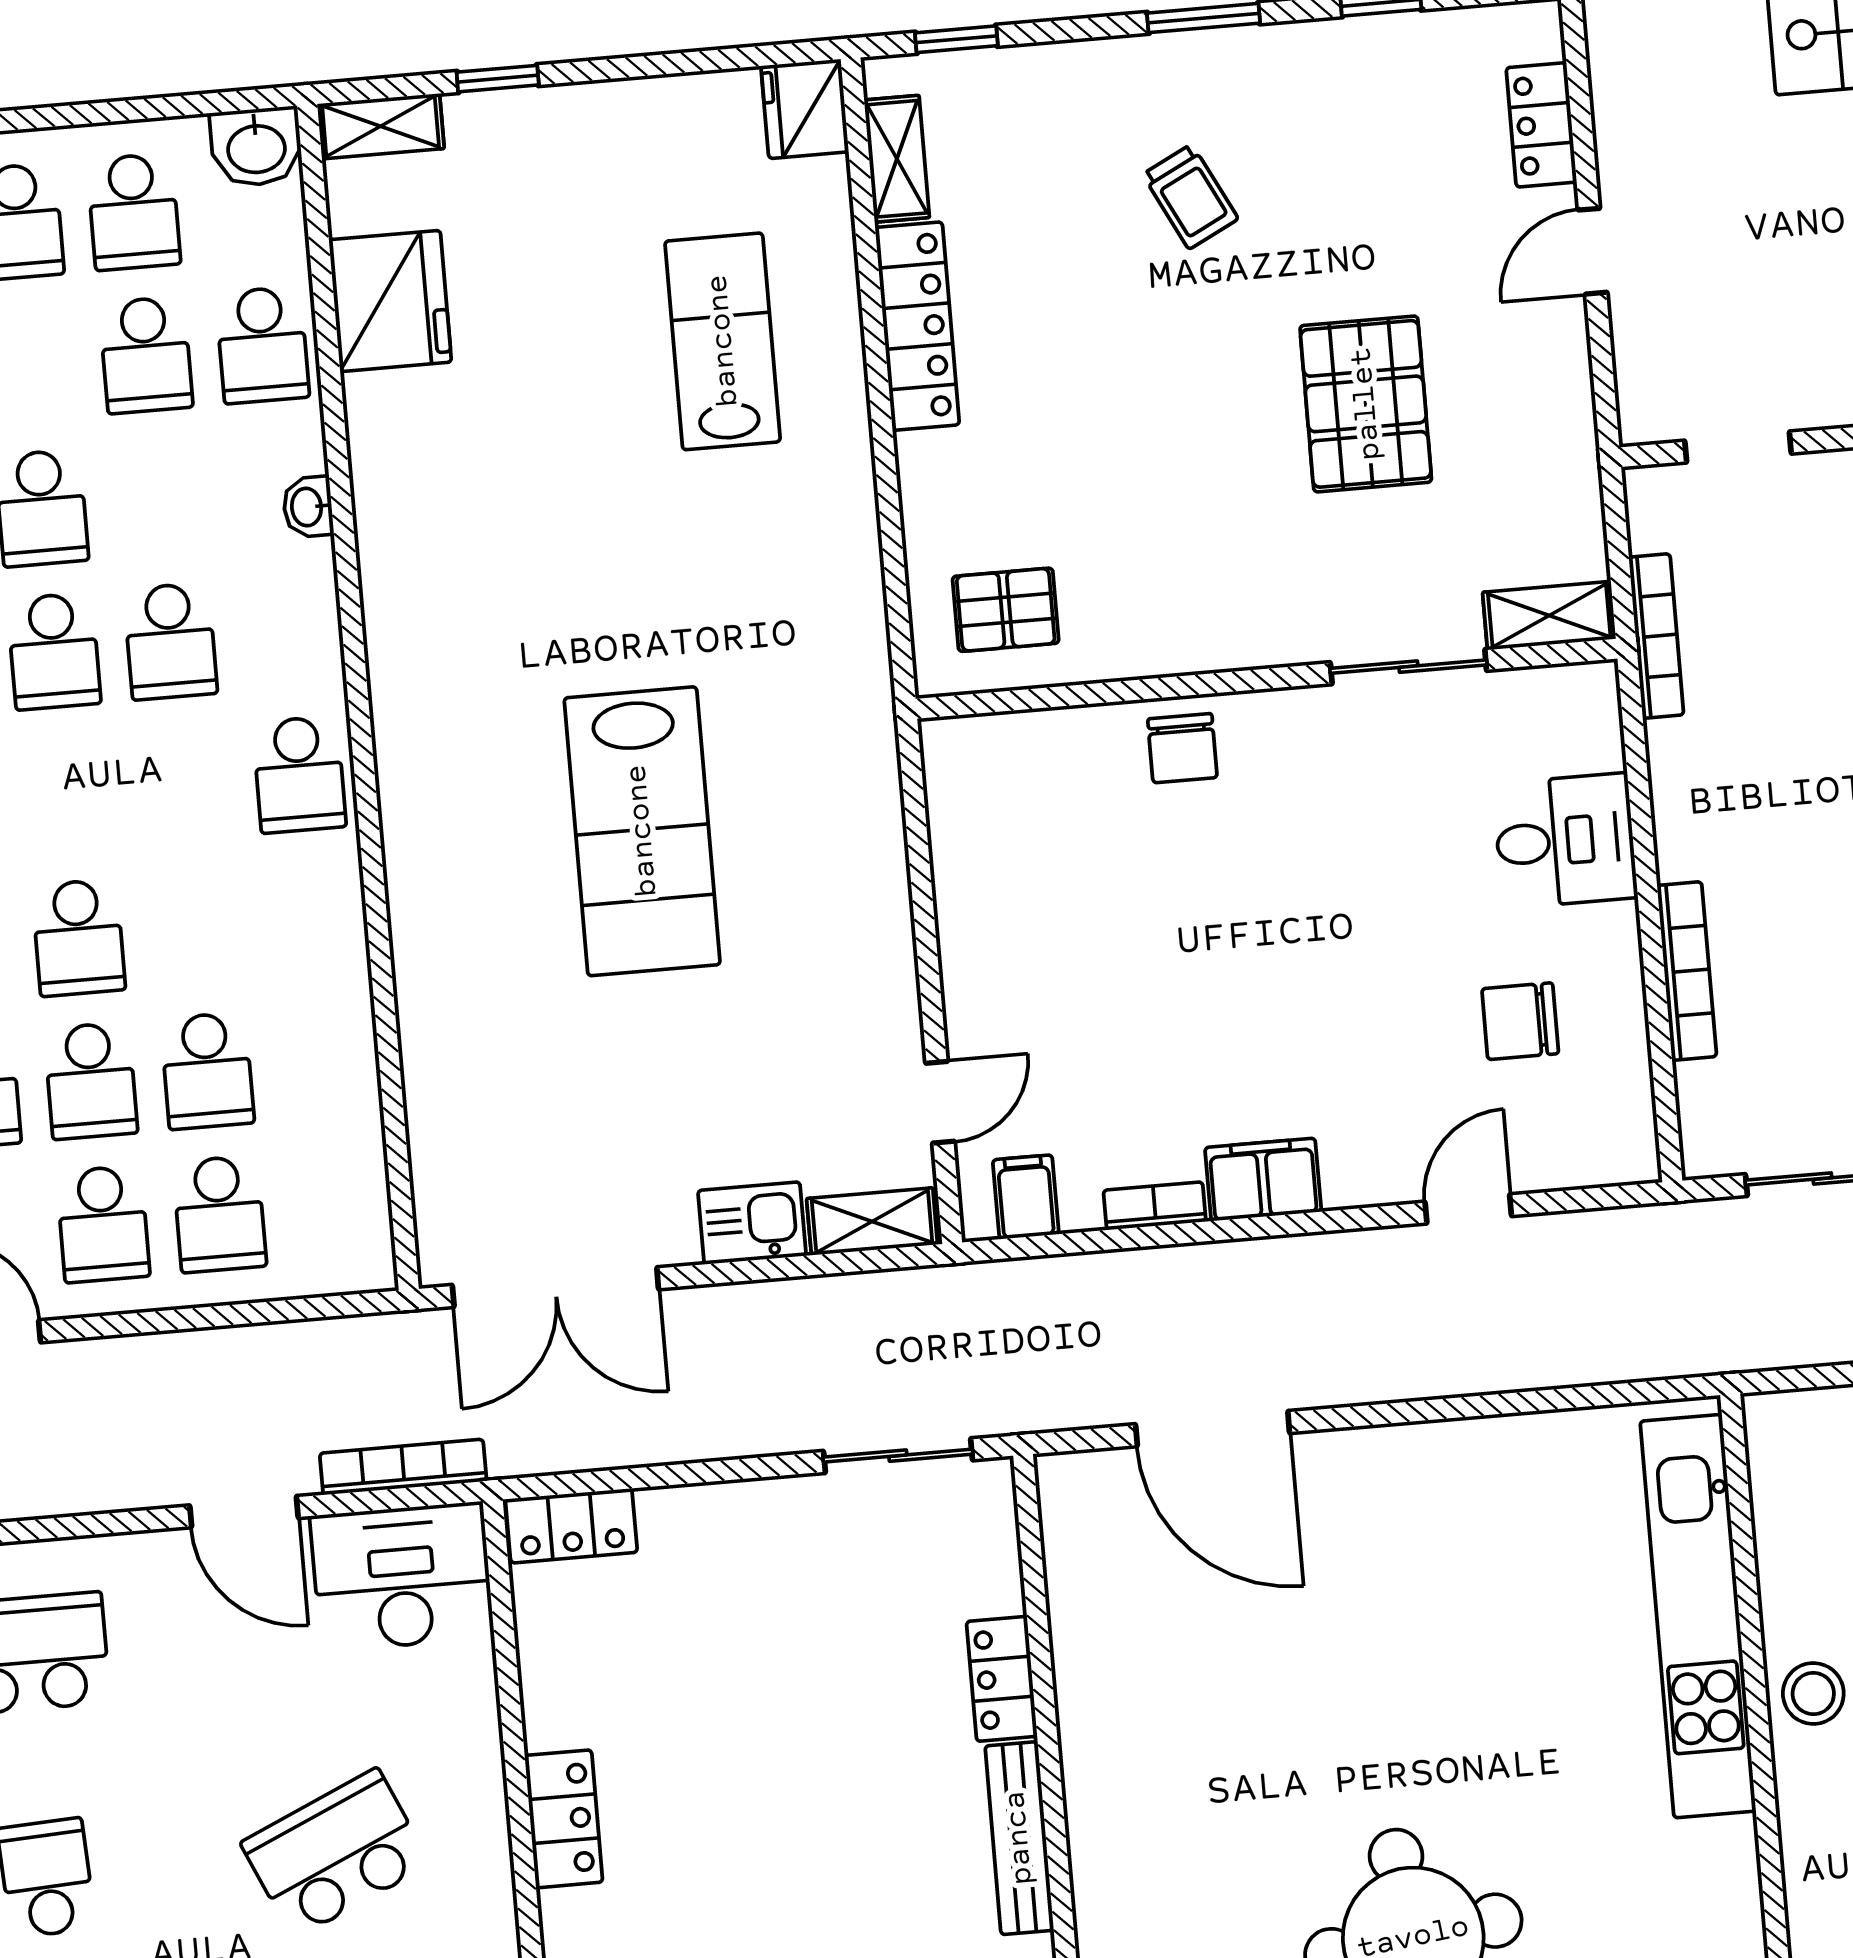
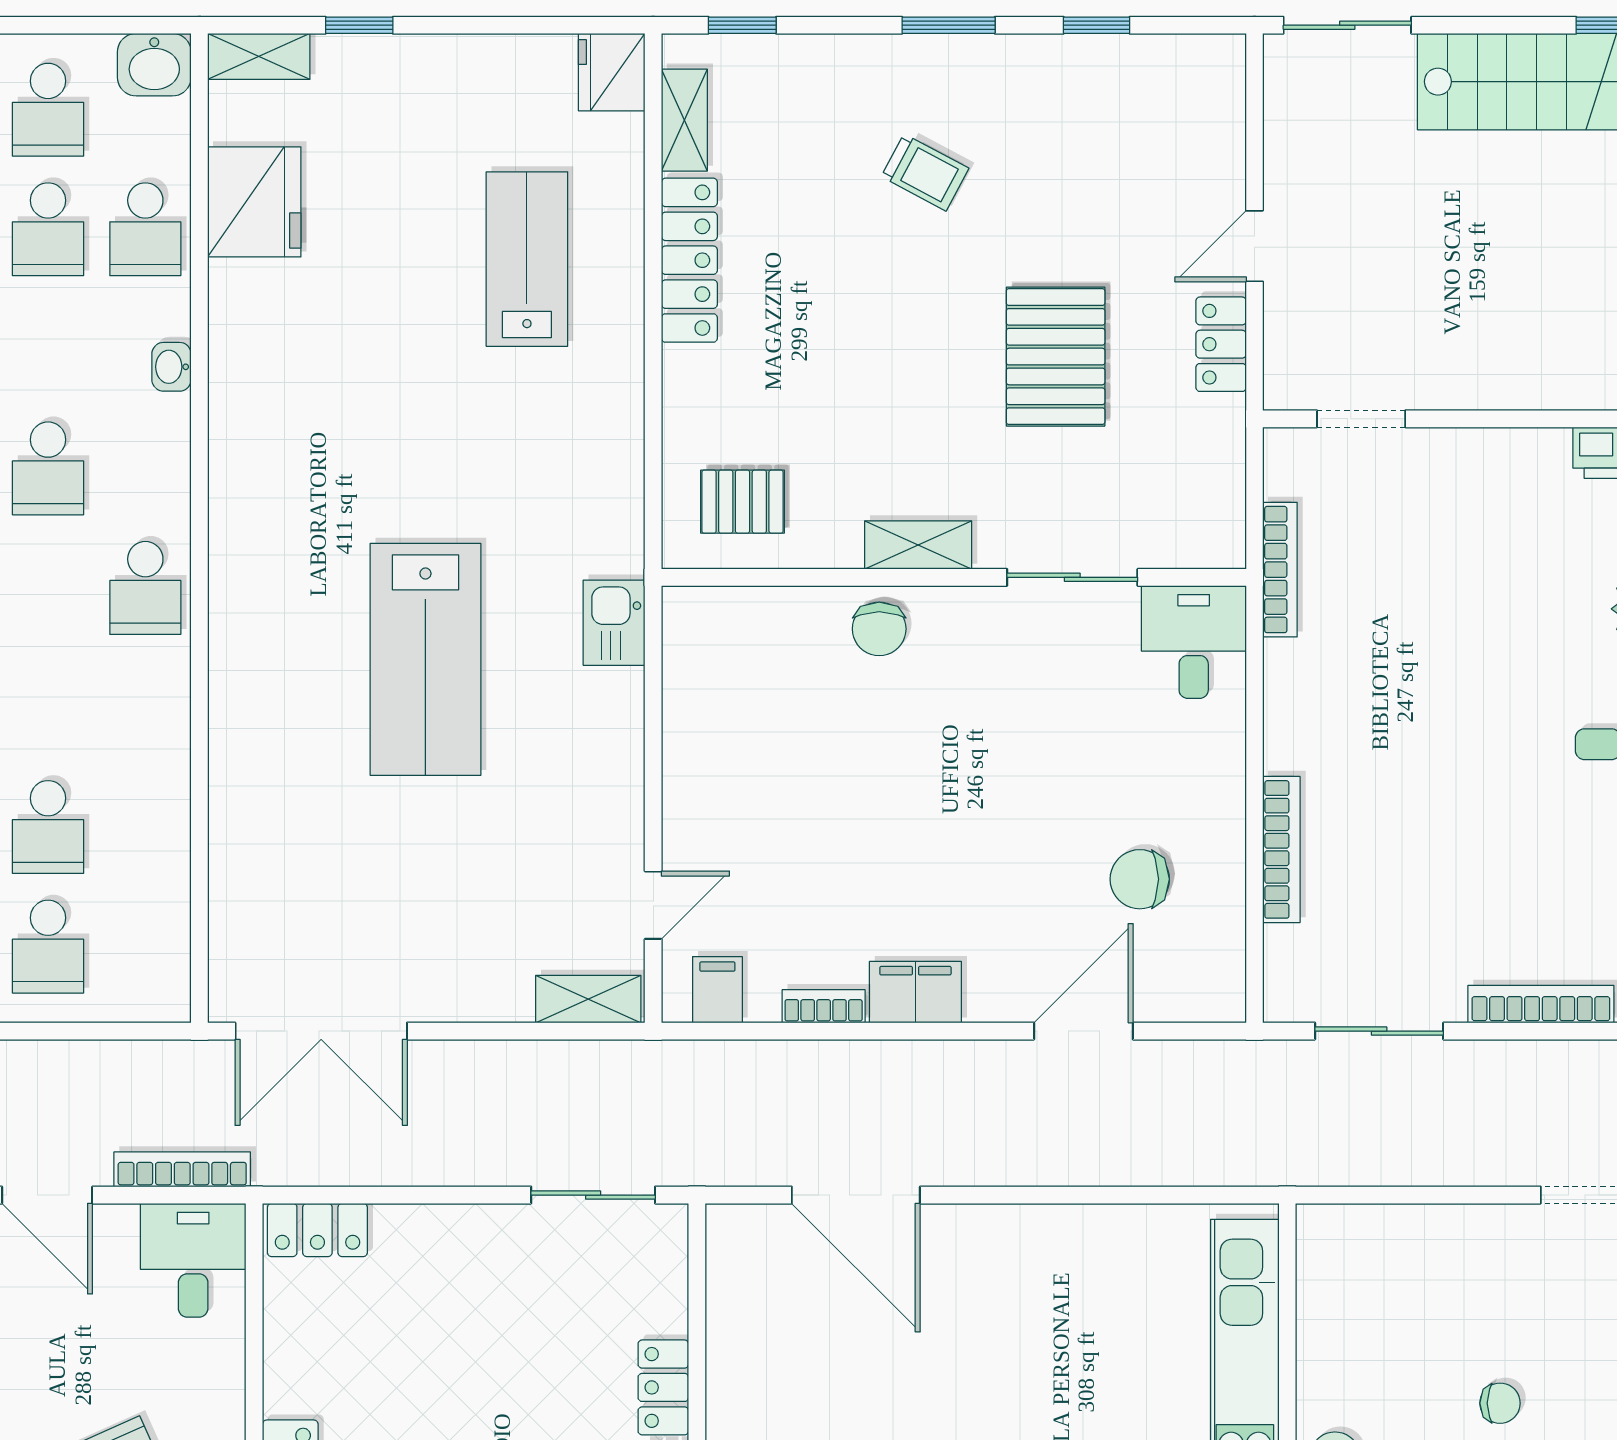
locker: (1541, 125) -> (1221, 344), moved
trolley: (1190, 197) -> (925, 172), turned -35
shelving: (1549, 616) -> (918, 545), moved
desk: (1565, 841) -> (1194, 642), moved, turned -90
door: (1468, 1209) -> (1083, 1031), width x1.38
kitchen sink: (752, 1223) -> (614, 623), moved, turned -90
desk: (402, 1577) -> (193, 1260), width x0.73

